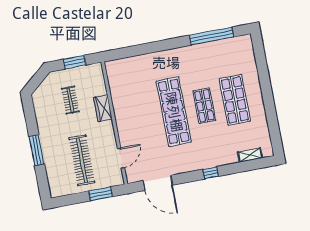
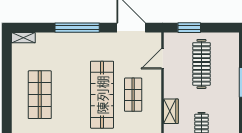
shop shelf: (204, 106) -> (133, 95), moved
shelving: (250, 155) -> (23, 38), moved
window: (211, 173) -> (77, 28), width x3.17

